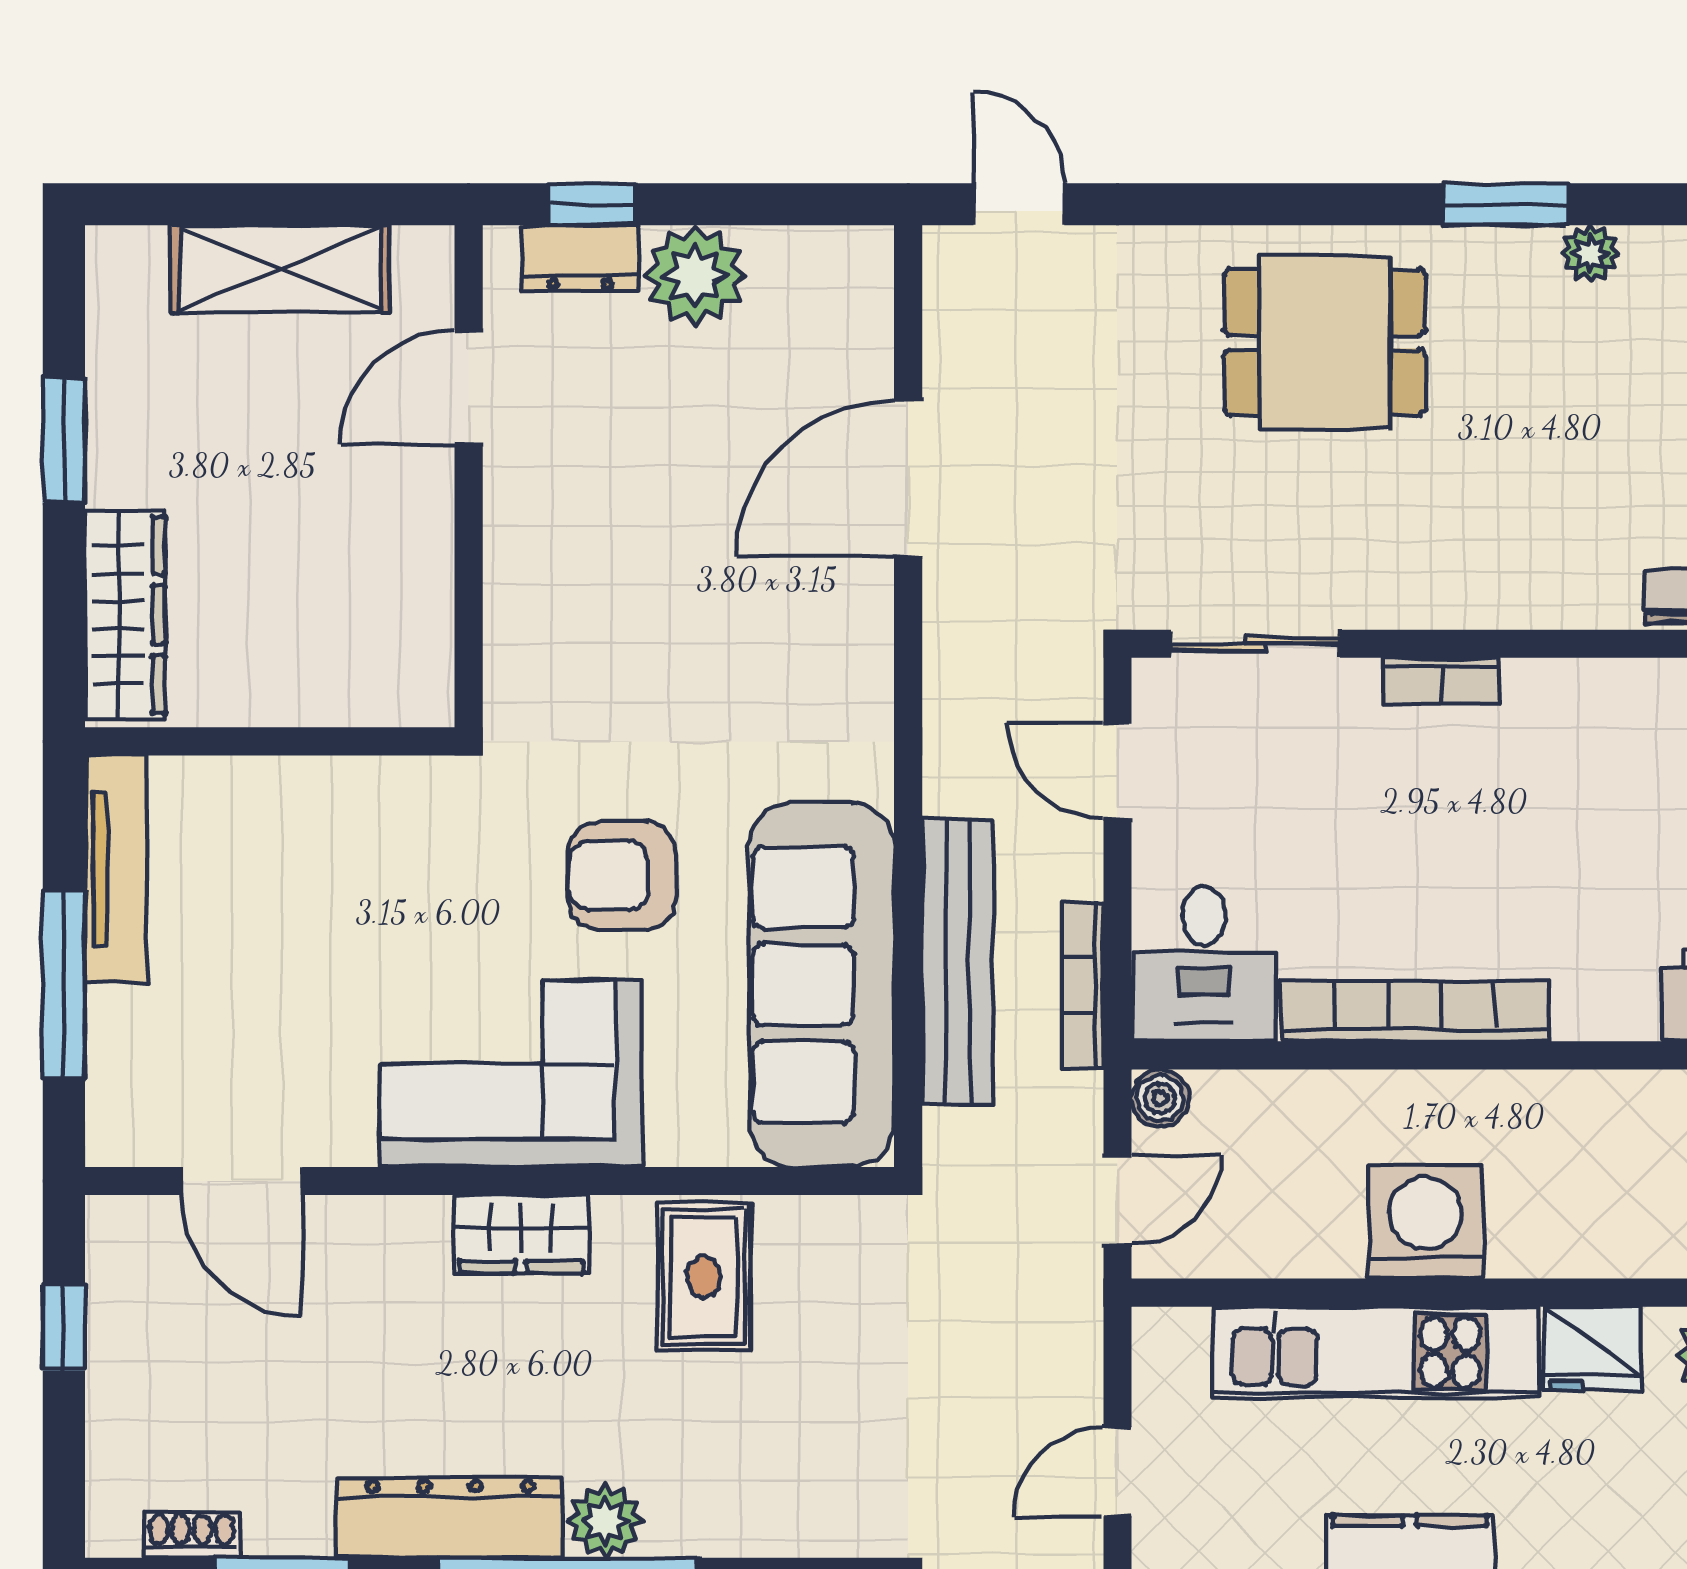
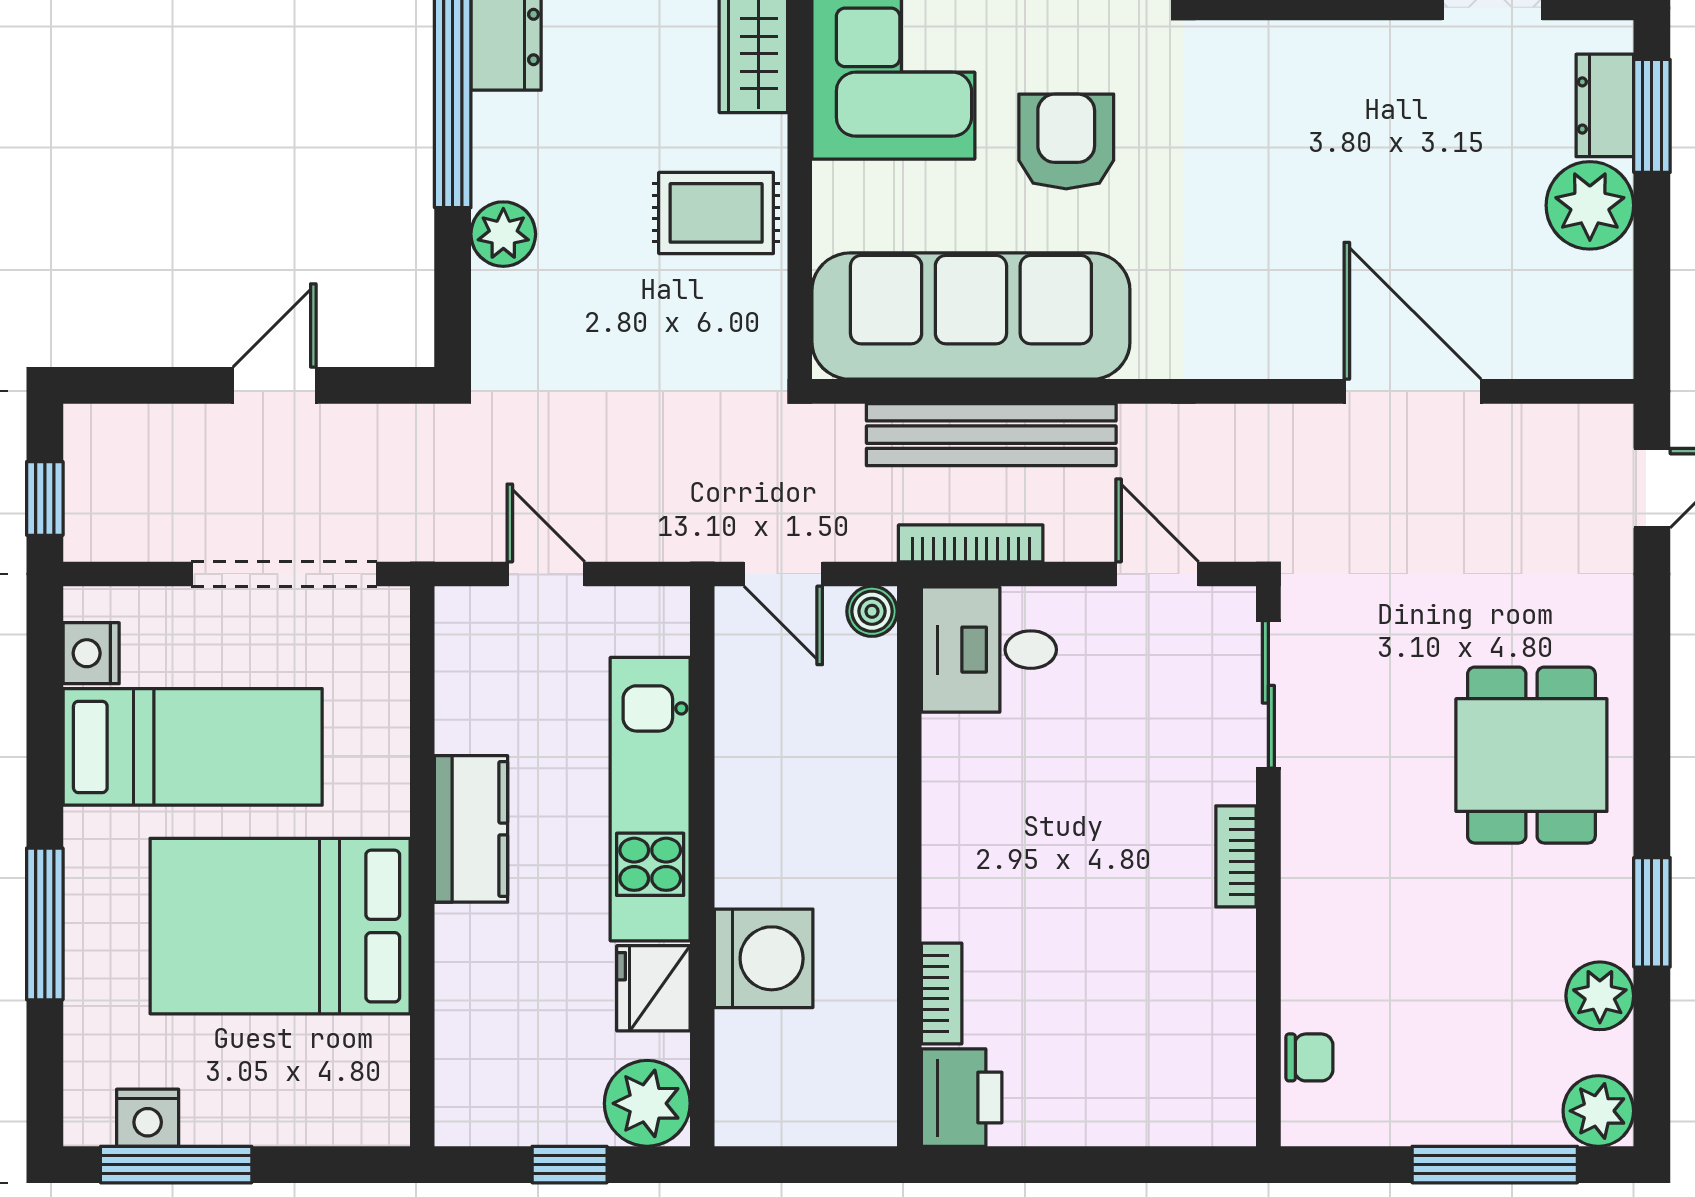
window: (592, 204) -> (1652, 116), width x1.50
plant: (1590, 253) -> (1600, 996), width x1.38, depth x1.38
door: (1117, 771) -> (1157, 574), hinge flipped
bookcase: (1415, 1011) -> (942, 993), moved, width x0.43, depth x0.76
washing machine: (1425, 1222) -> (764, 958), moved
plant: (606, 1521) -> (503, 234), moved

